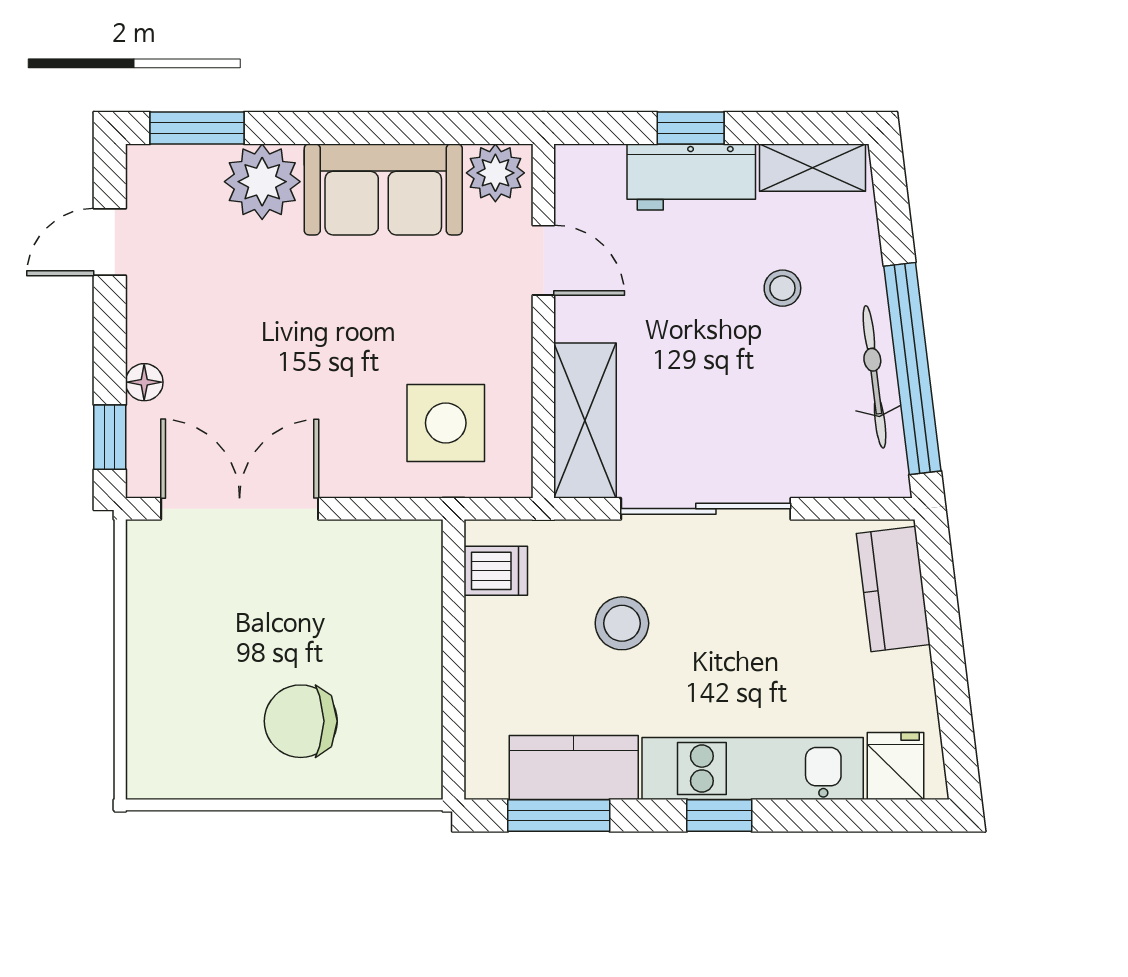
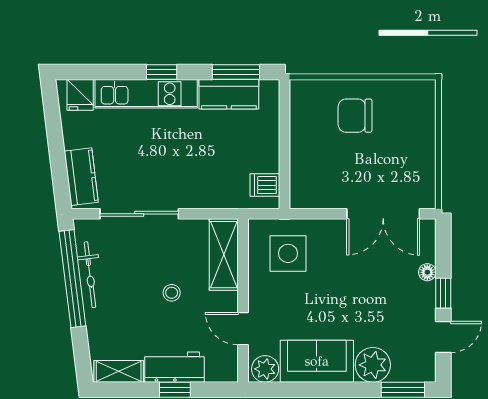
stool: (782, 288) -> (172, 293), moved
window: (110, 437) -> (443, 293), moved
sliding door: (706, 509) -> (139, 214), moved
stool: (622, 623) -> (207, 161), removed
chair: (301, 721) -> (355, 116), turned 180

